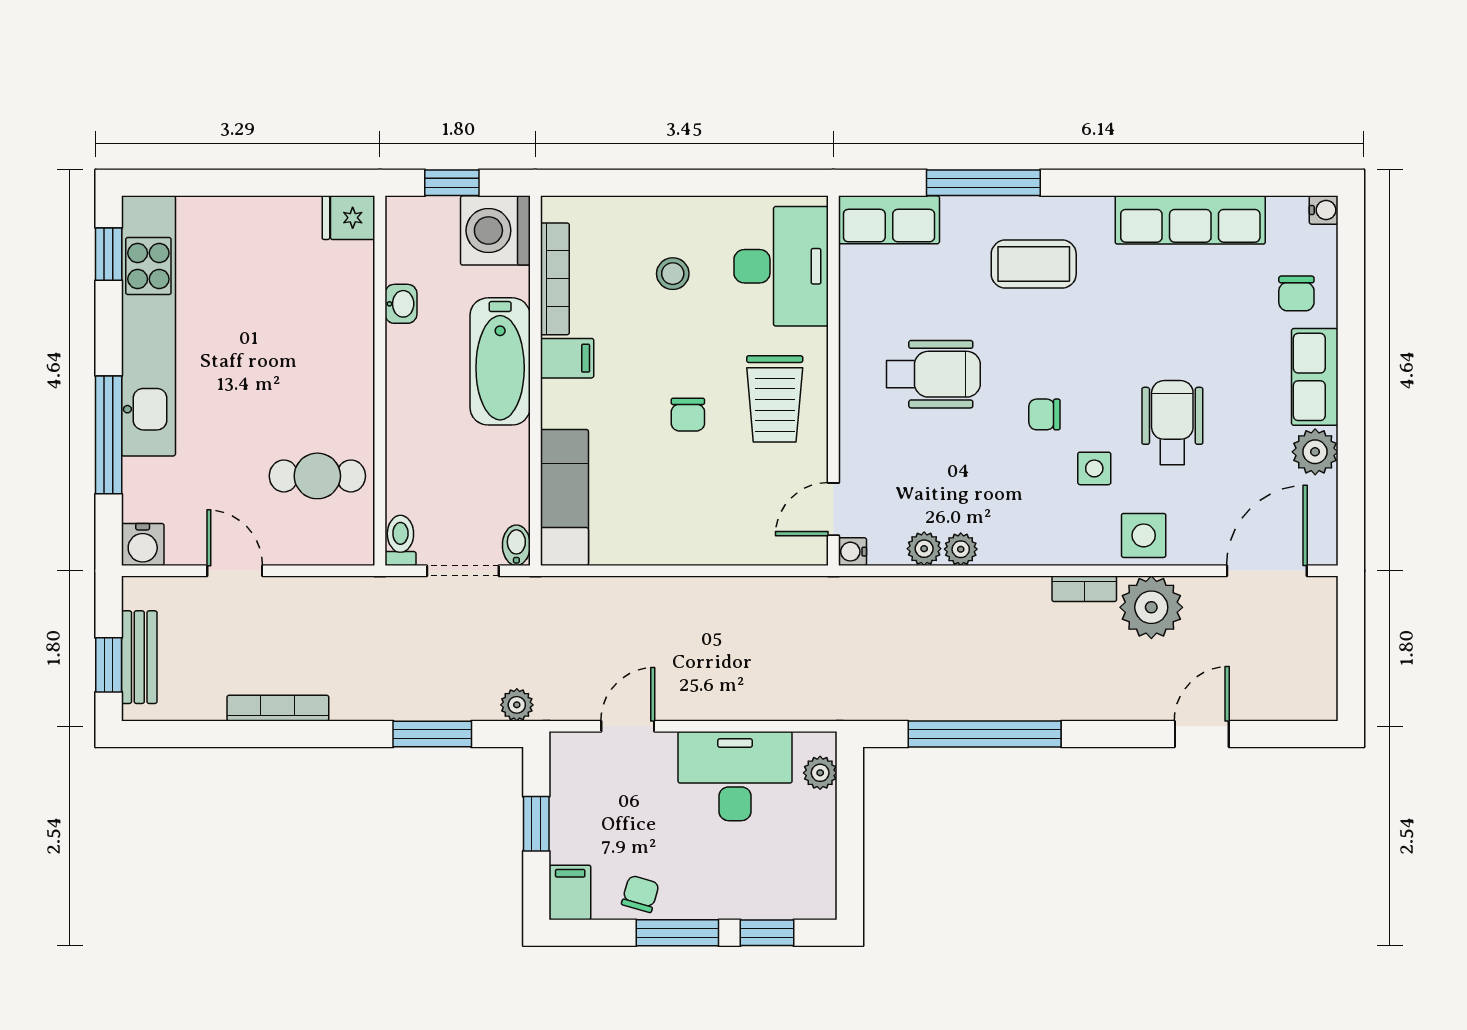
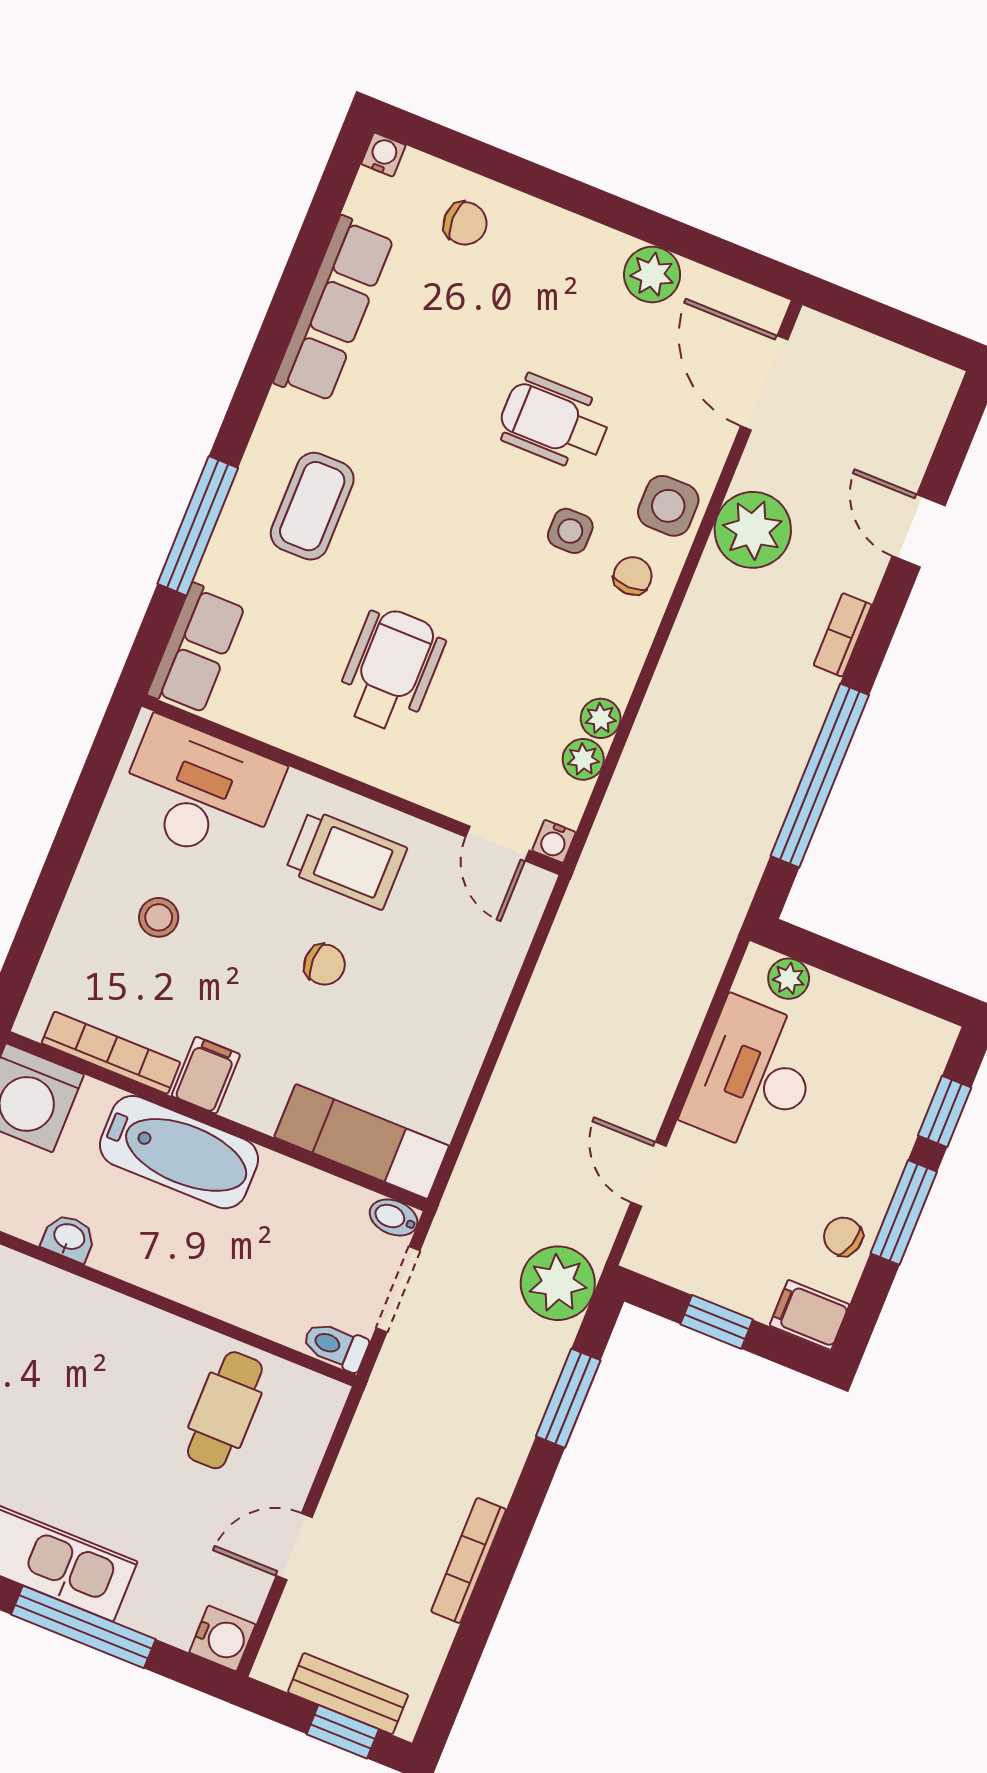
row of seats: (1315, 377) -> (568, 241), removed
chair: (1044, 414) -> (633, 576), moved, turned 180
bookcase: (1084, 589) -> (843, 635), moved, turned 180
plant: (517, 705) -> (558, 1283), width x1.88, depth x1.88

